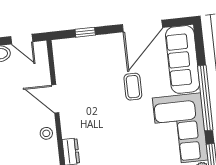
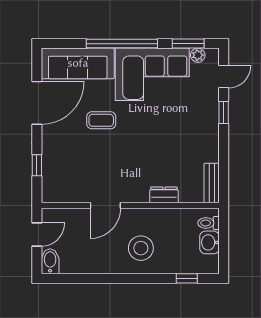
door: (142, 26) -> (37, 103), hinge flipped
stool: (46, 133) -> (141, 248), moved, width x1.89, depth x1.89

